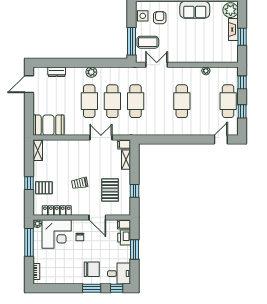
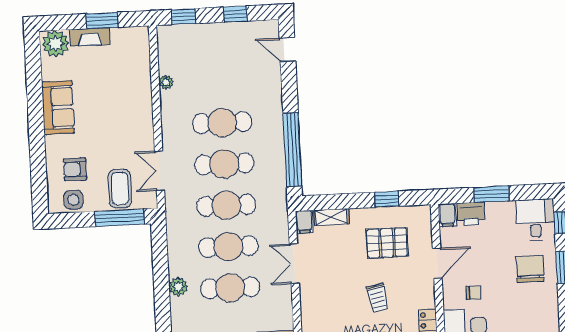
cafe table: (228, 101) -> (224, 164), moved
window: (165, 140) -> (292, 150), added

